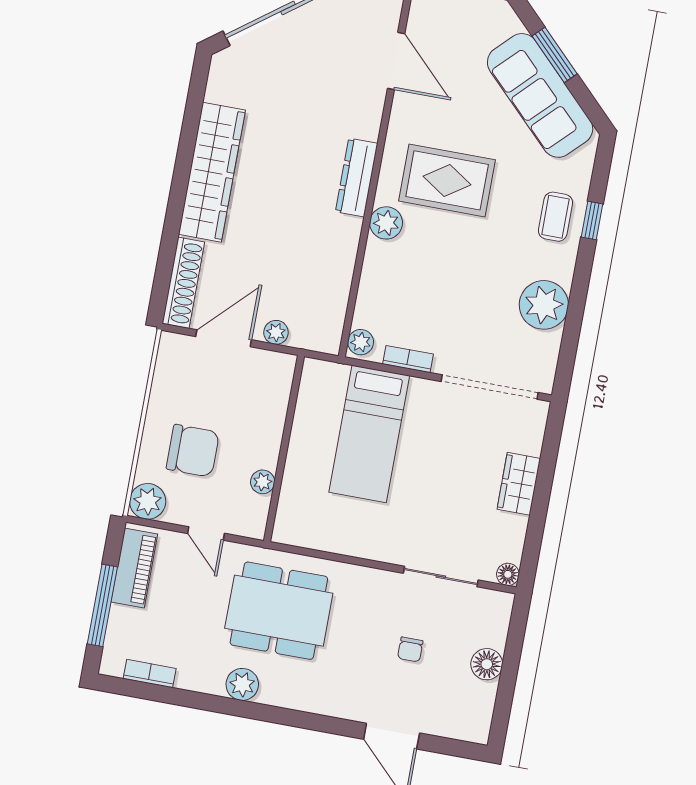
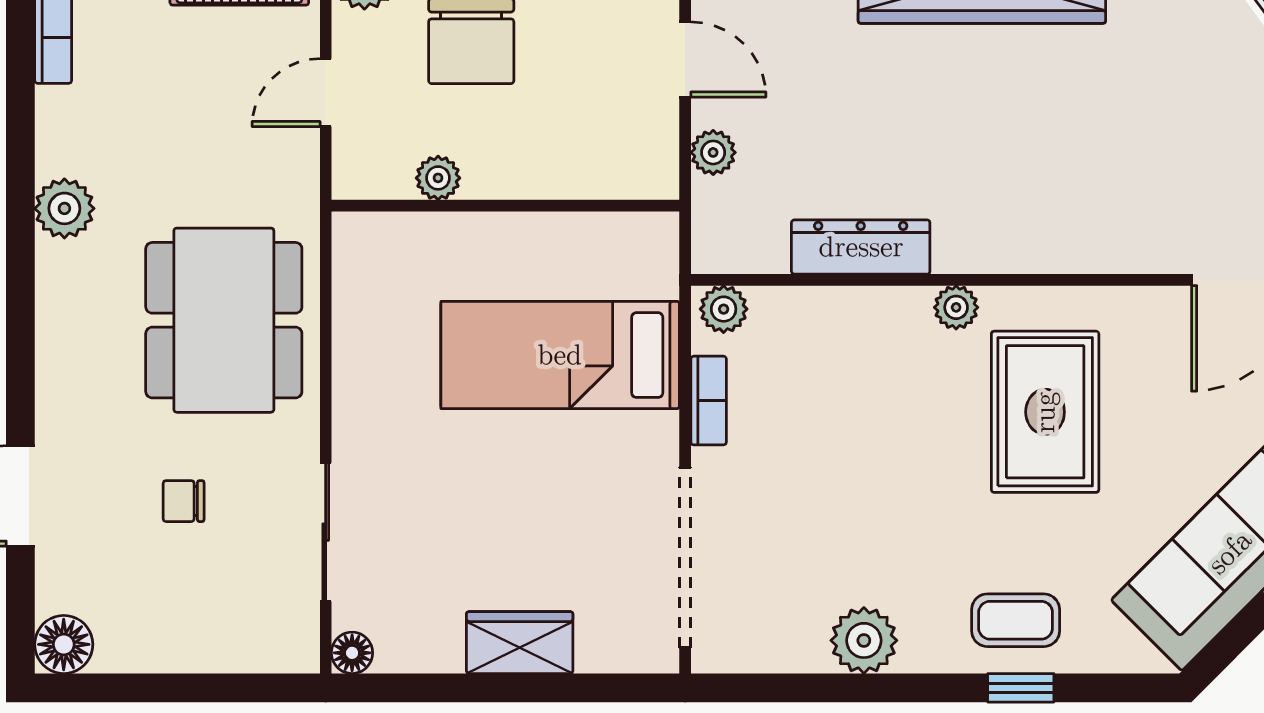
dresser: (357, 177) -> (861, 247), moved
plant: (386, 223) -> (956, 307), width x0.73, depth x0.73
plant: (544, 305) -> (864, 640), width x0.73, depth x0.73
door: (224, 338) -> (685, 60), width x0.73
dining table: (279, 611) -> (224, 320), moved
floor lamp: (487, 664) -> (64, 644), moved

